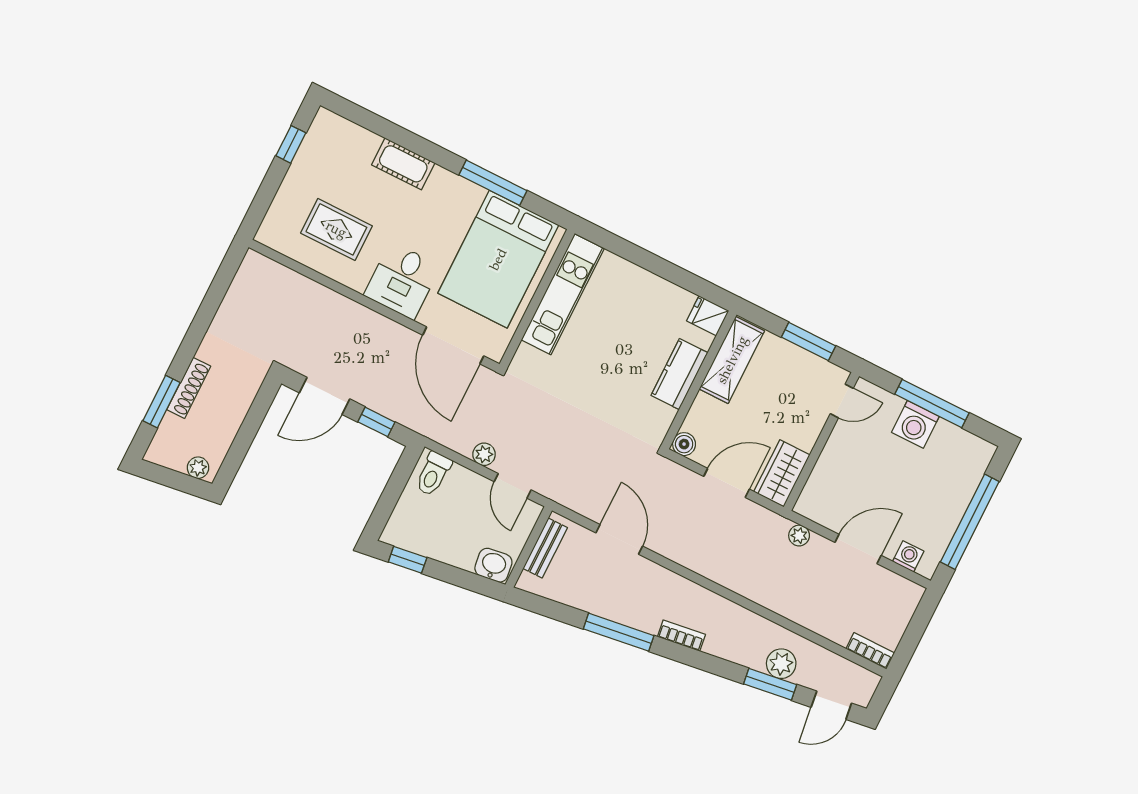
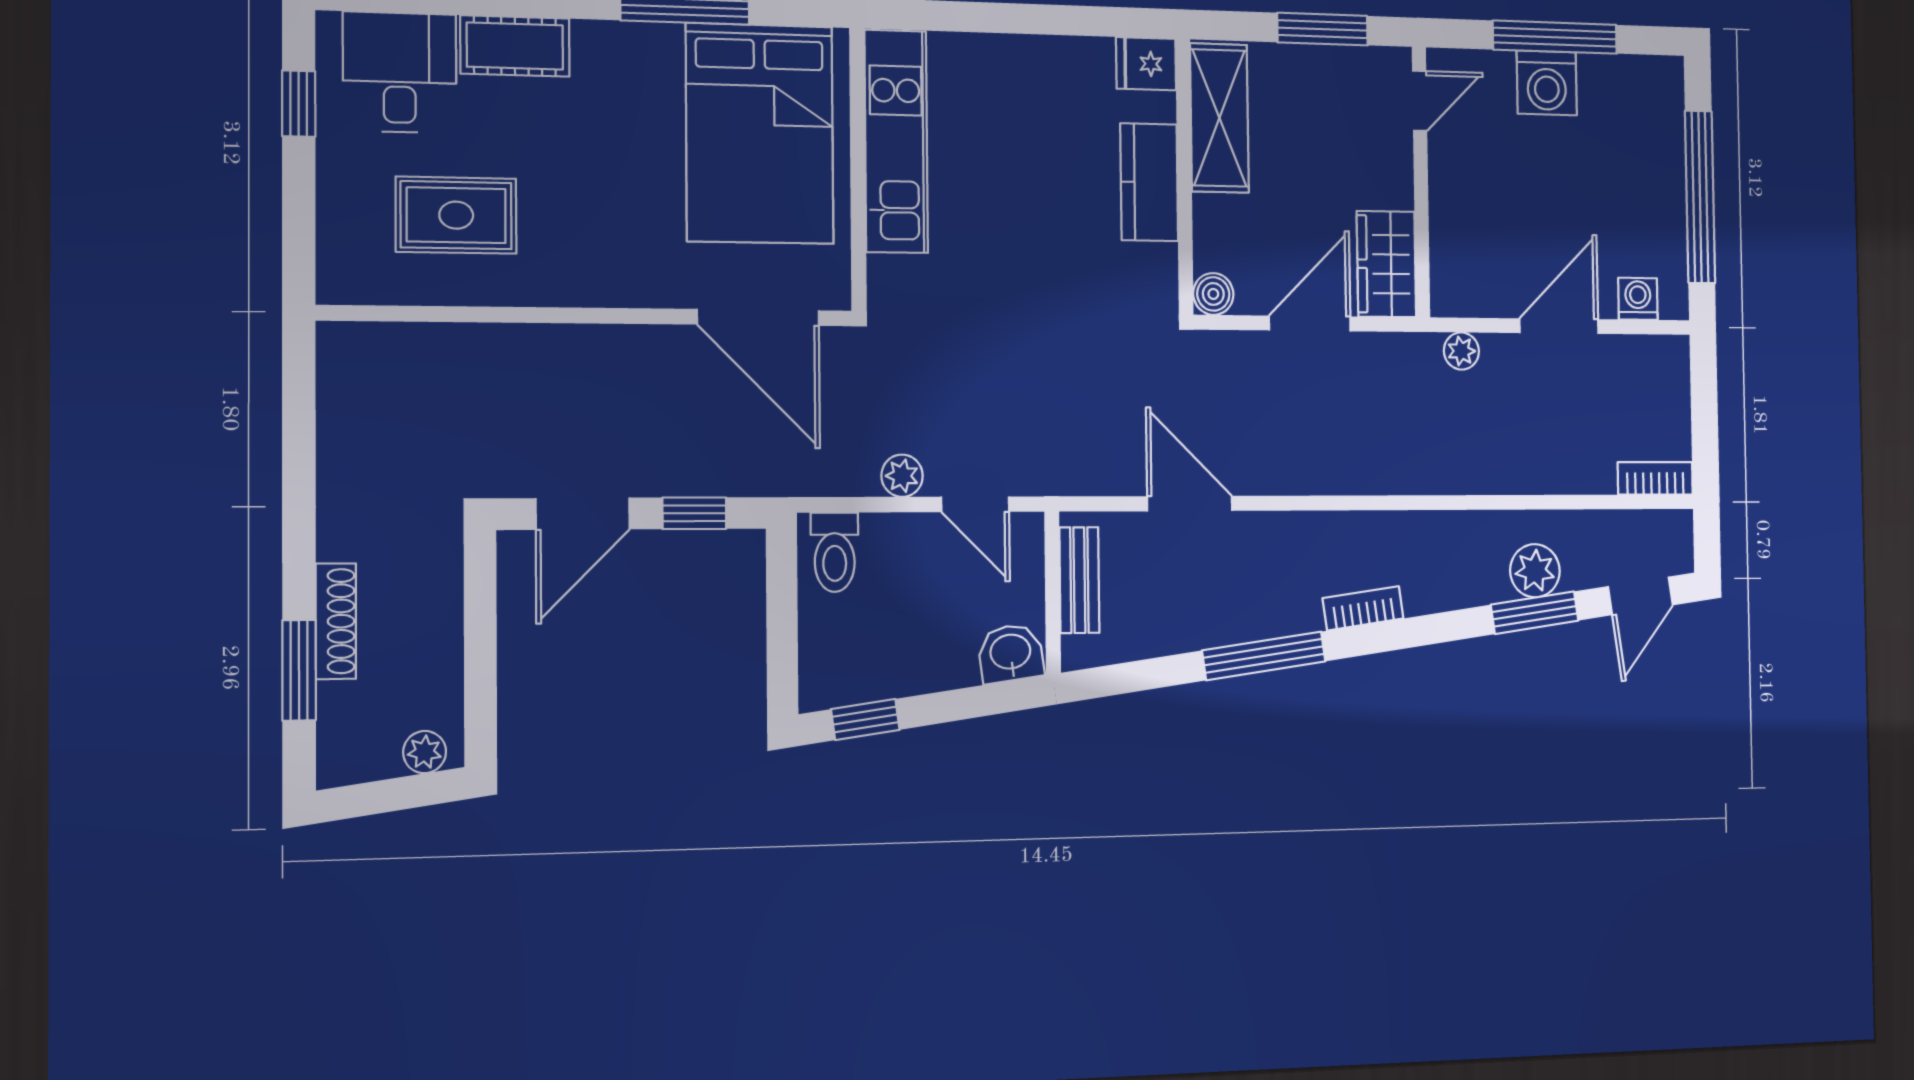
desk: (402, 281) -> (400, 72), moved, turned 180

